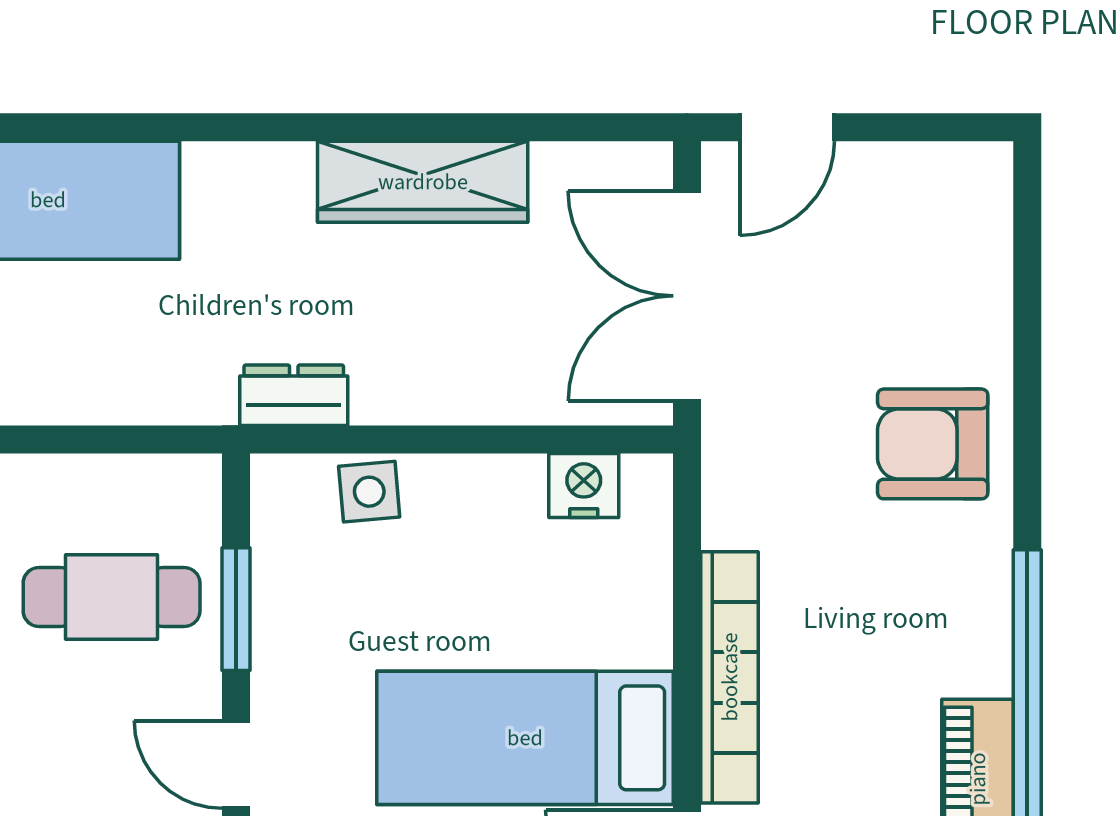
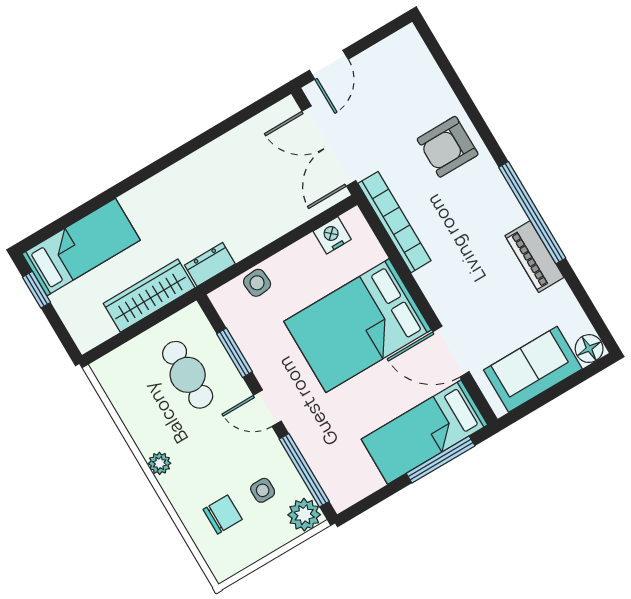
wardrobe: (423, 182) -> (149, 296), moved, turned 180
cafe table: (112, 597) -> (188, 375), turned 90
bookcase: (730, 677) -> (394, 222), moved
bed: (525, 738) -> (358, 326), width x1.50

